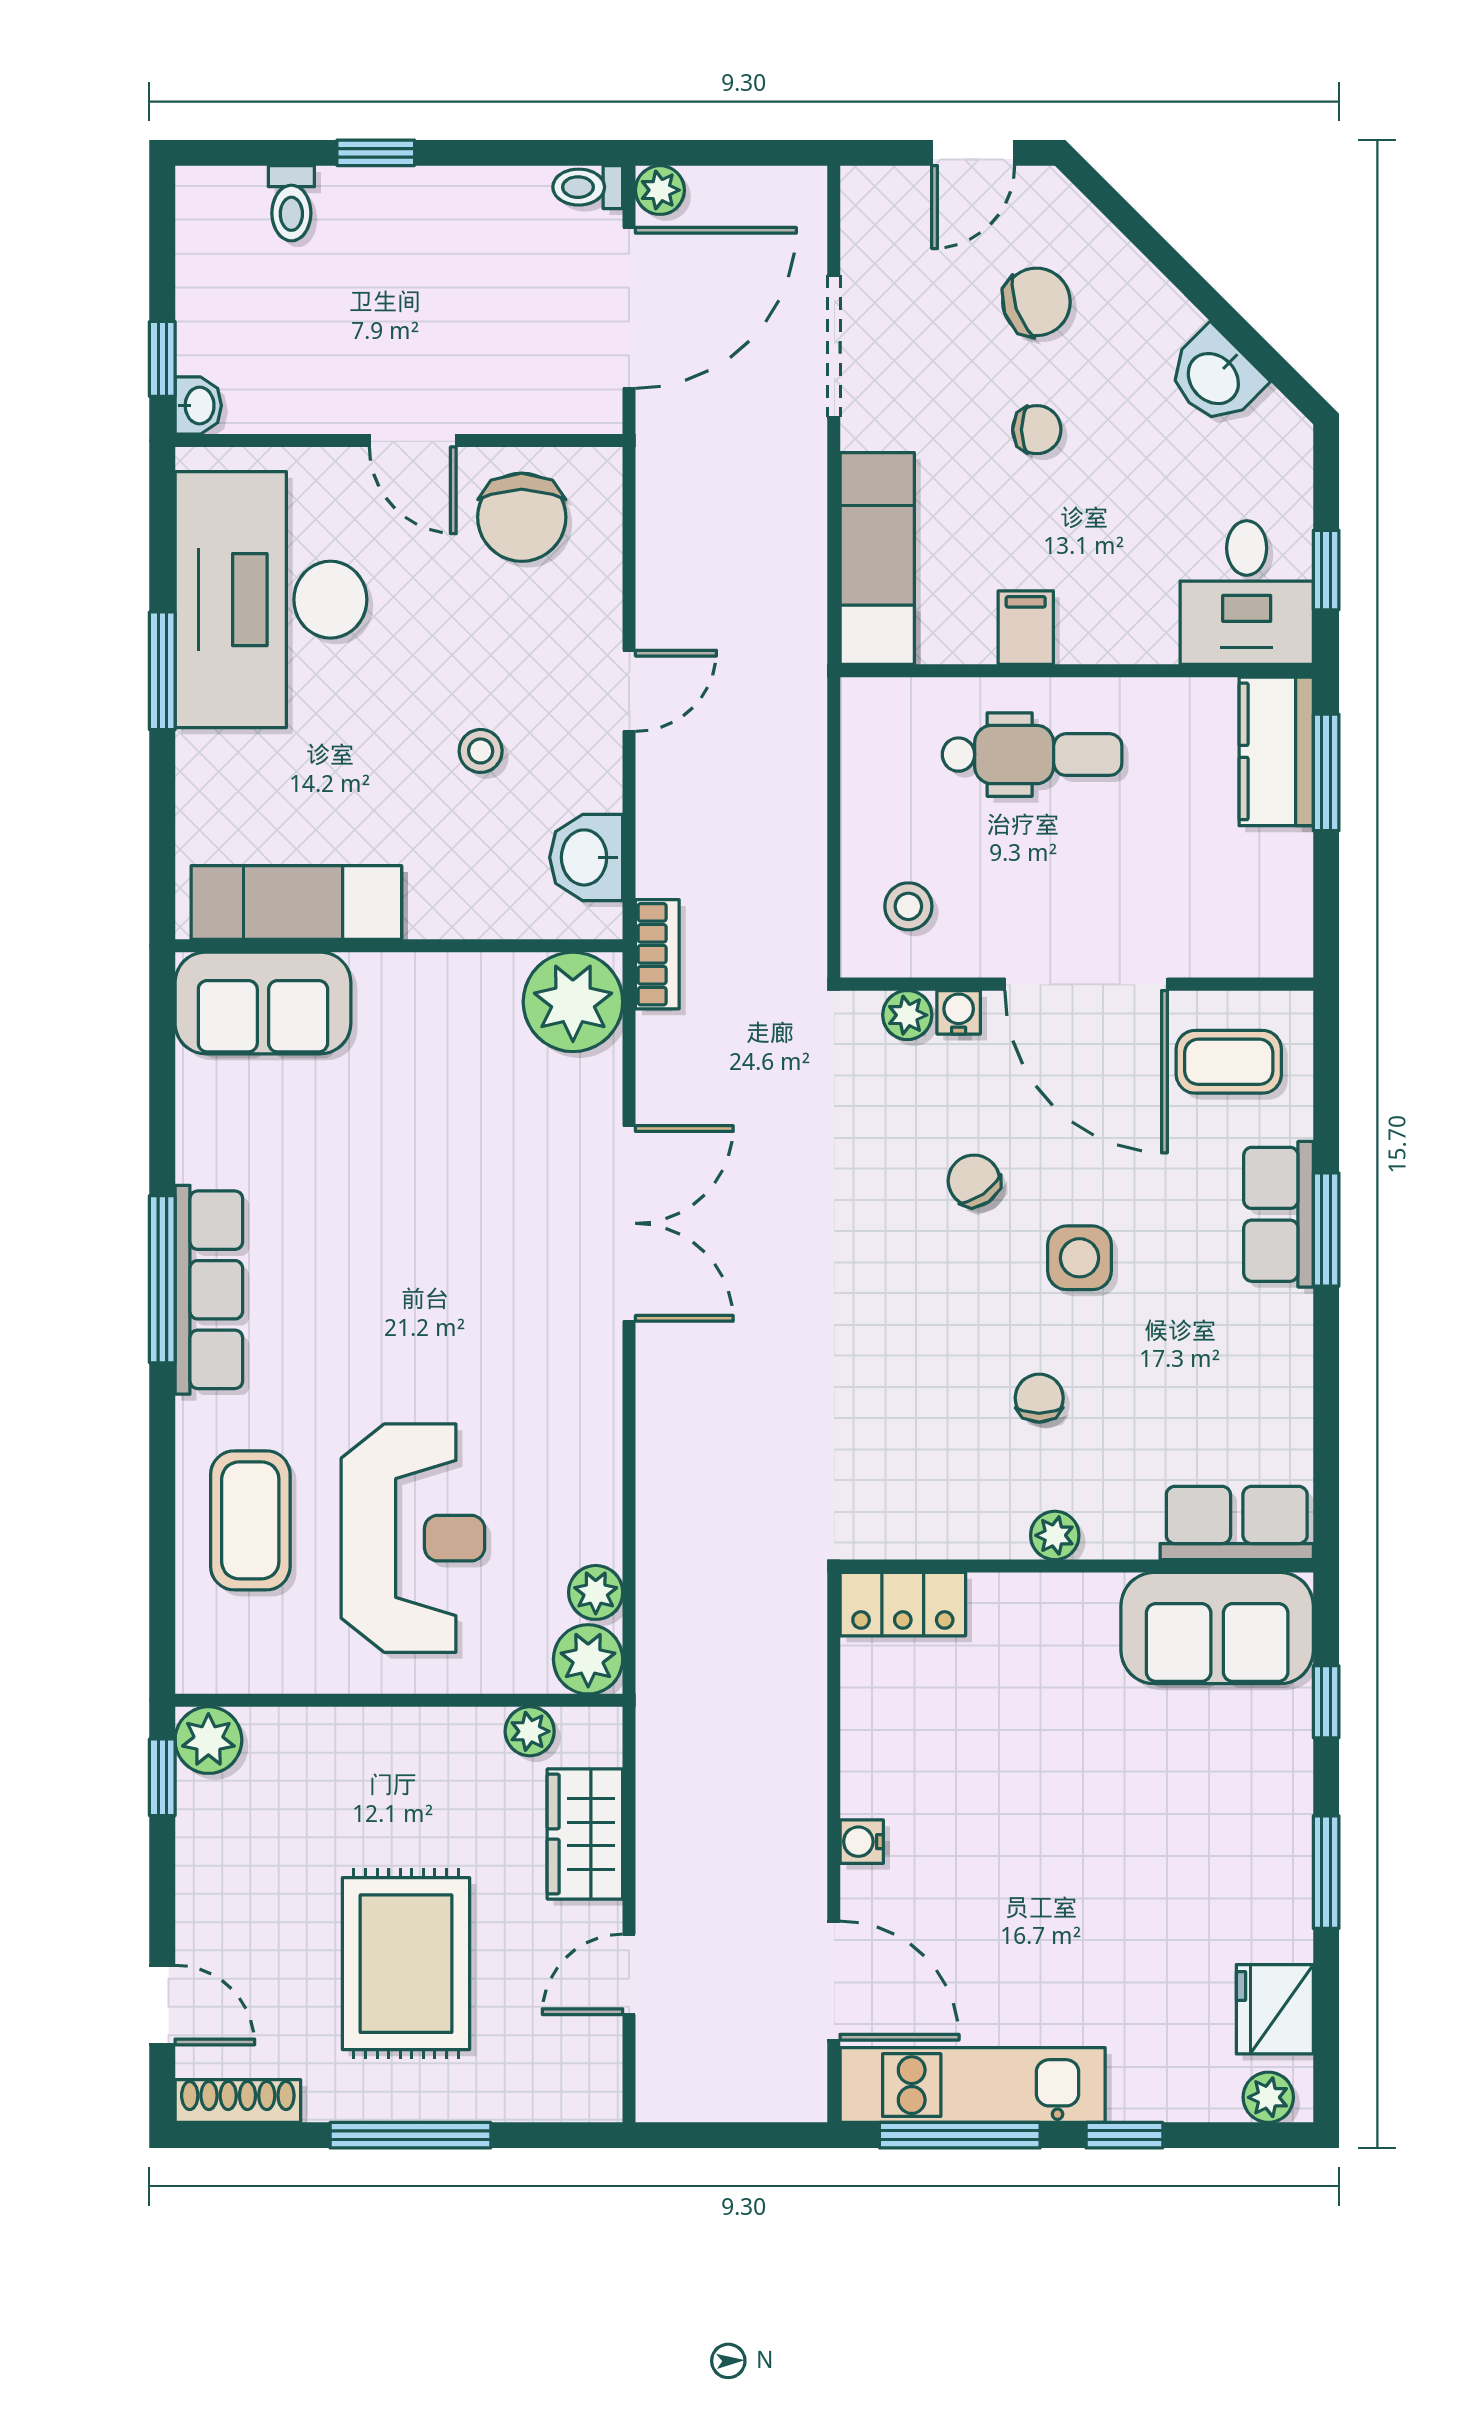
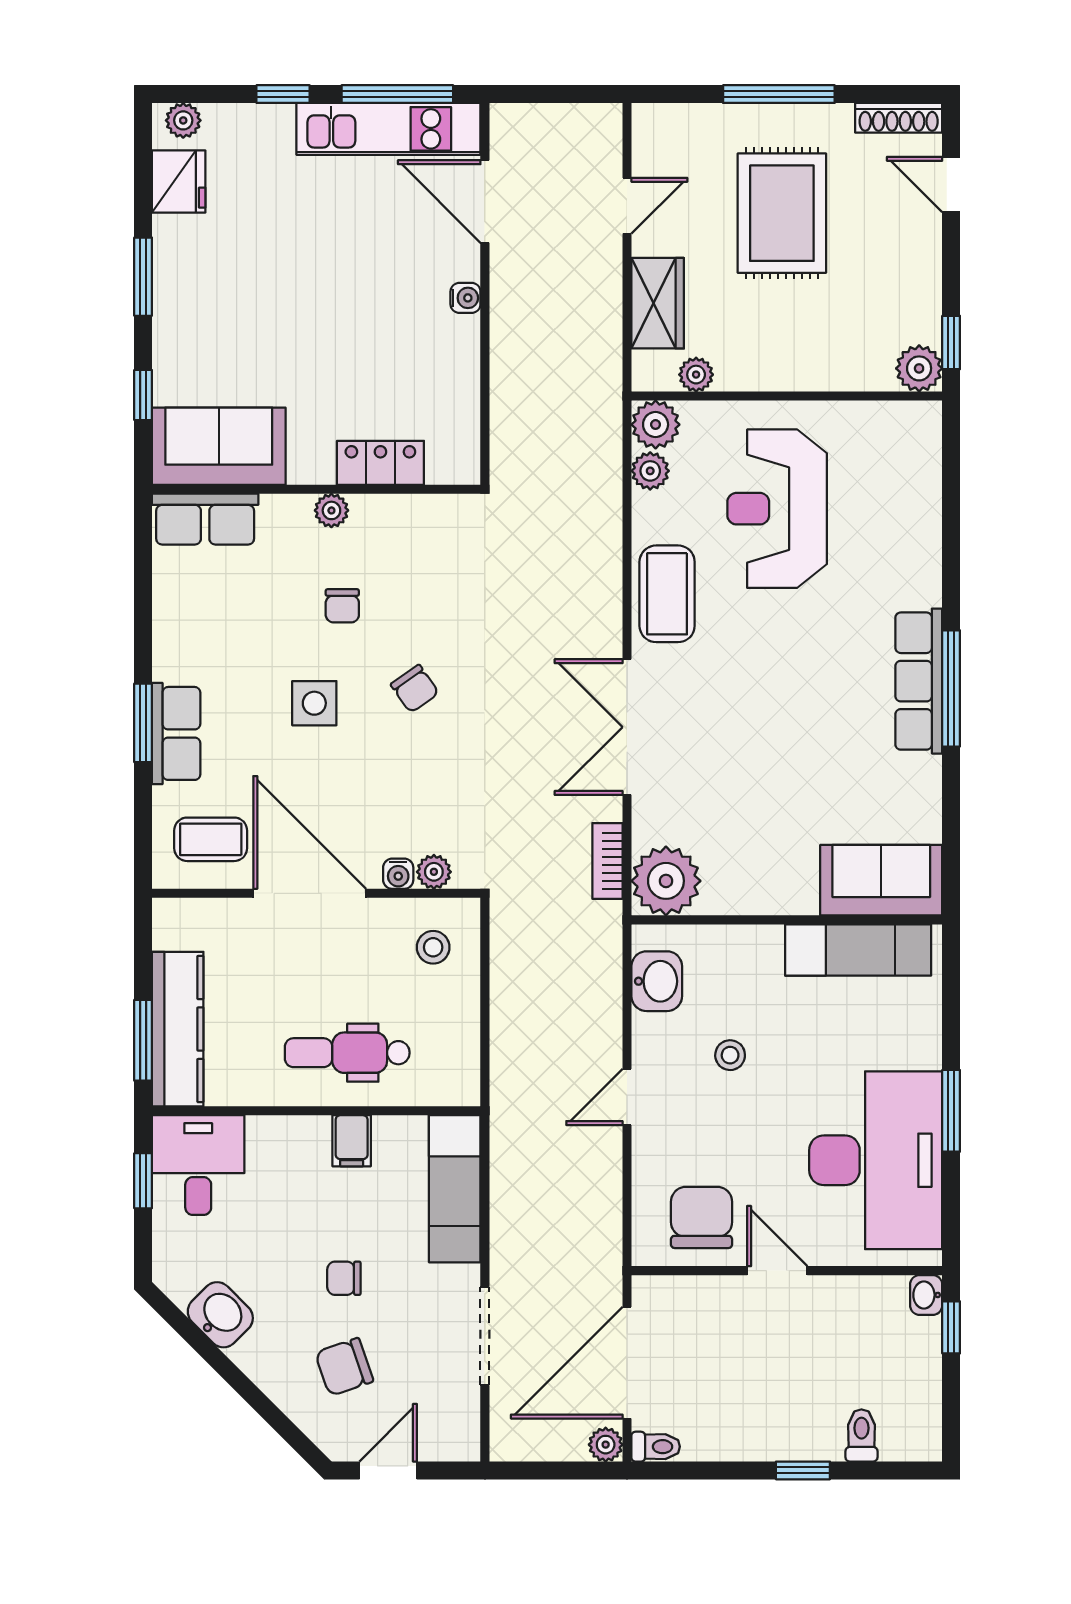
kitchen counter: (1276, 751) -> (178, 1029), width x1.50
bookcase: (657, 954) -> (607, 861), moved
chair: (974, 1181) -> (415, 689), moved
coffee table: (250, 1520) -> (667, 594), moved
locker: (903, 1604) -> (380, 463), moved

